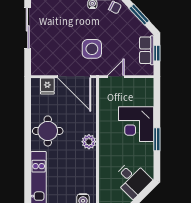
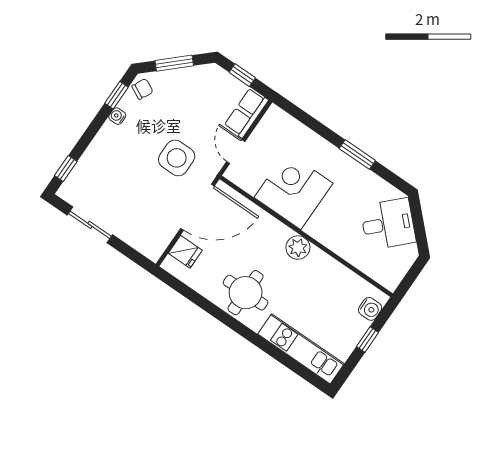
sliding door: (28, 28) -> (90, 225), width x0.73
row of seats: (147, 50) -> (246, 113), moved, turned 90
corner desk: (136, 124) -> (293, 190), moved, turned 180

